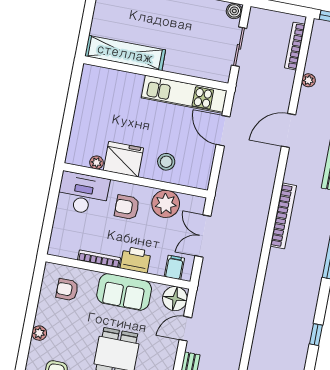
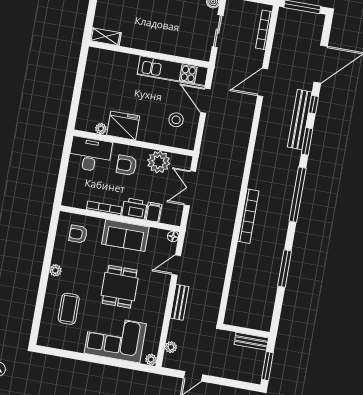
shelving: (125, 53) -> (106, 37), width x0.45, depth x0.75
plant: (309, 80) -> (275, 58), removed
door: (289, 131) -> (263, 82), moved
stool: (166, 162) -> (176, 120), moved
bookcase: (283, 216) -> (248, 216), moved
filing cabinet: (174, 267) -> (154, 212), moved
floor lamp: (175, 299) -> (173, 236), width x0.53, depth x0.53
window: (316, 335) -> (285, 268), width x2.17

